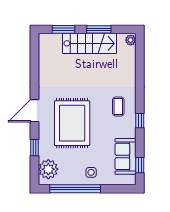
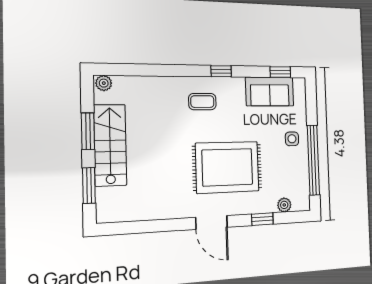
plant: (48, 169) -> (284, 205), width x0.53, depth x0.53

